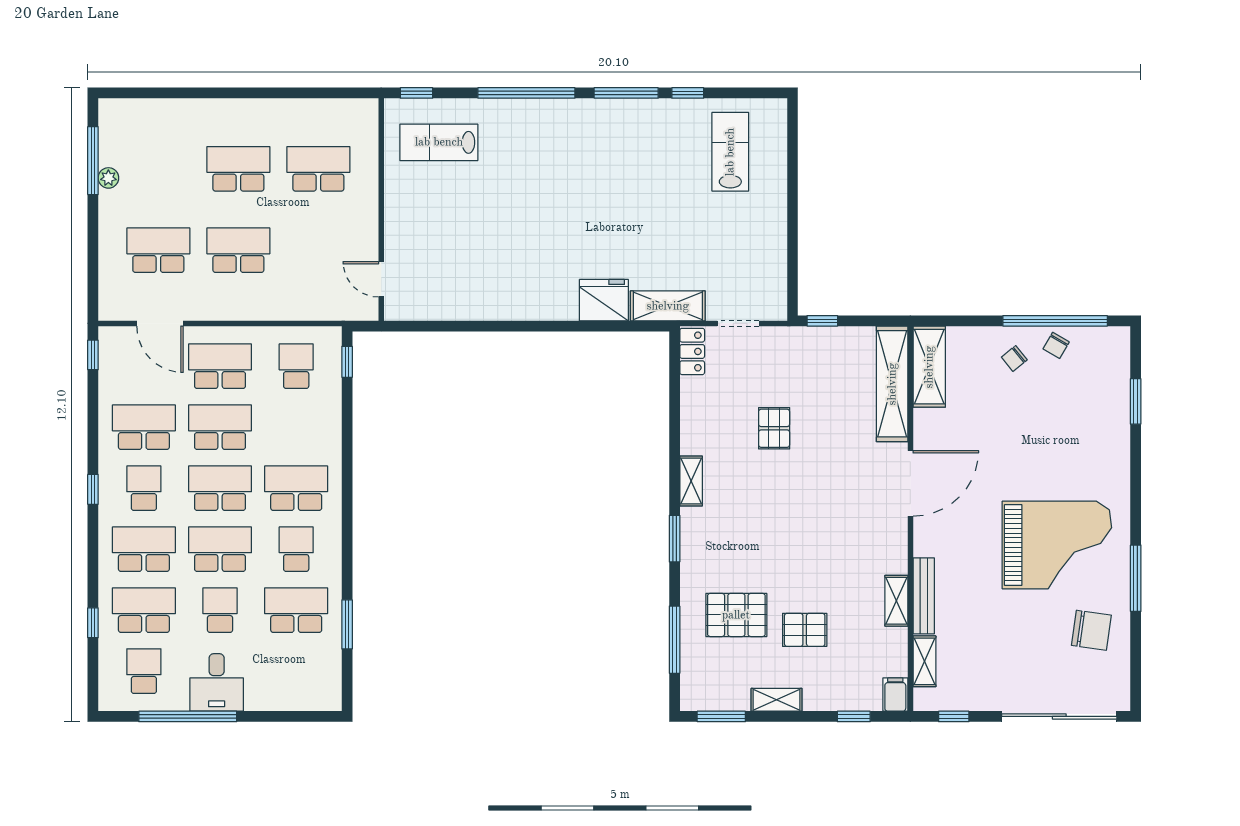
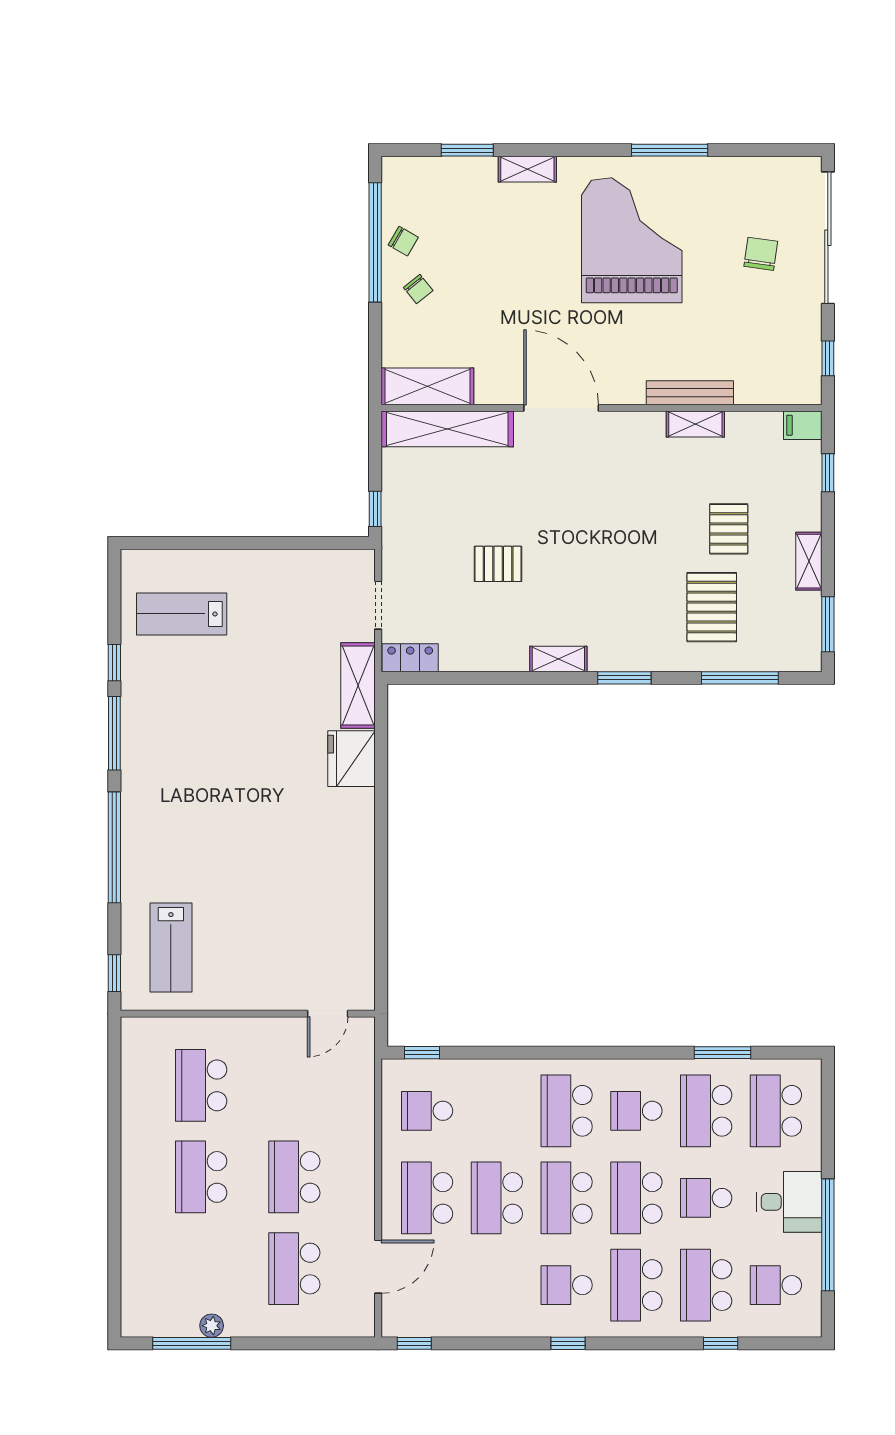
school desk: (144, 427) -> (776, 1111), moved
chair: (1091, 630) -> (761, 254), moved, width x0.73, depth x0.73
shelving: (924, 661) -> (527, 169), moved

